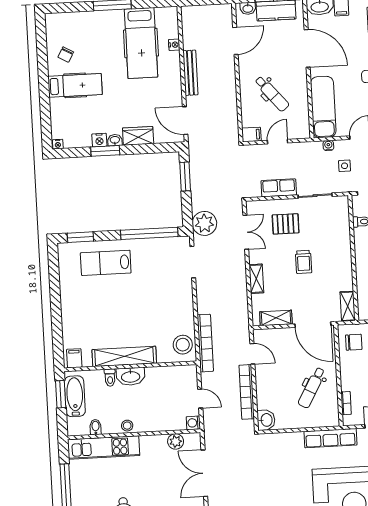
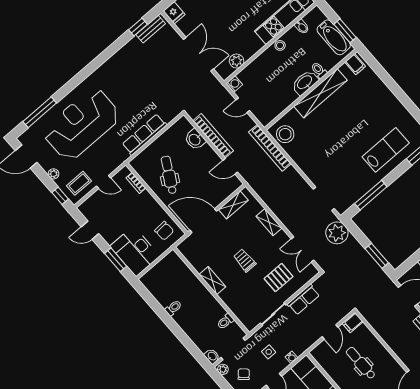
dental chair: (272, 94) -> (361, 363), turned 40
window: (149, 233) -> (371, 195), width x0.68
shelving: (348, 306) -> (212, 281), moved
chair: (354, 342) -> (164, 231), turned -93
washbasin: (266, 420) -> (195, 139), moved
row of seats: (330, 438) -> (144, 135), moved

